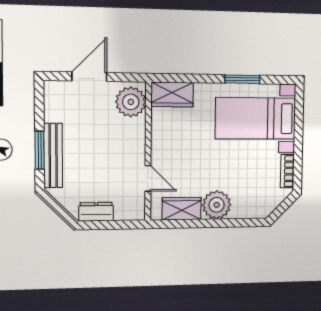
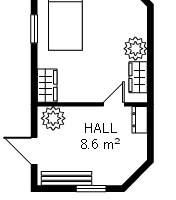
bench: (53, 156) -> (67, 178), moved
dresser: (96, 212) -> (140, 120), moved

